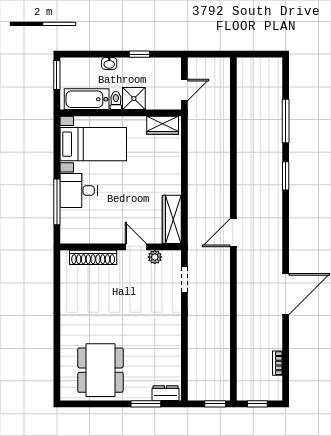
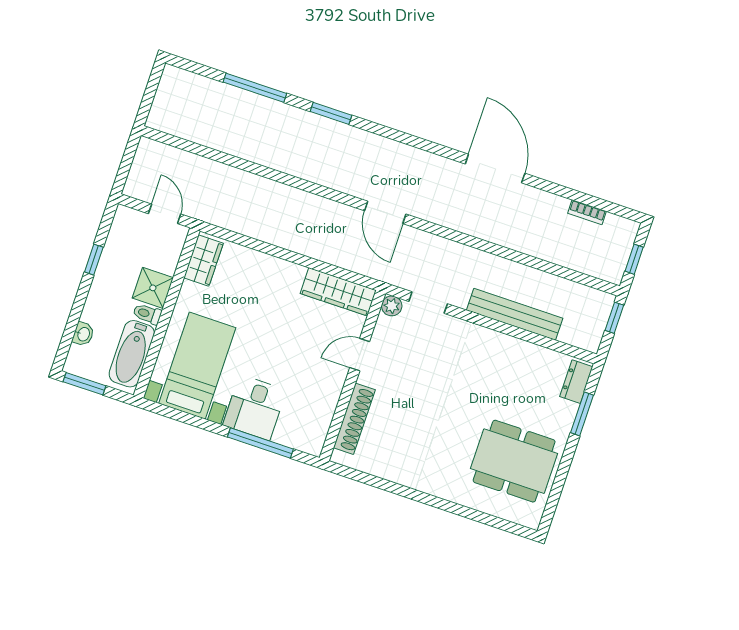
washbasin: (109, 63) -> (83, 334), moved
plant: (155, 257) -> (392, 306), moved
bench: (196, 338) -> (515, 314), added

